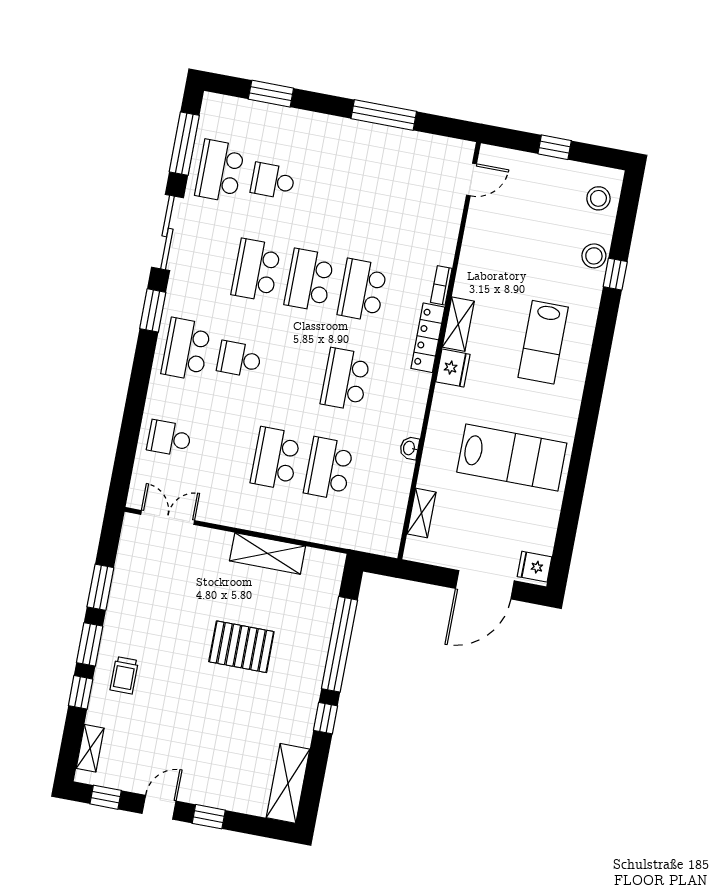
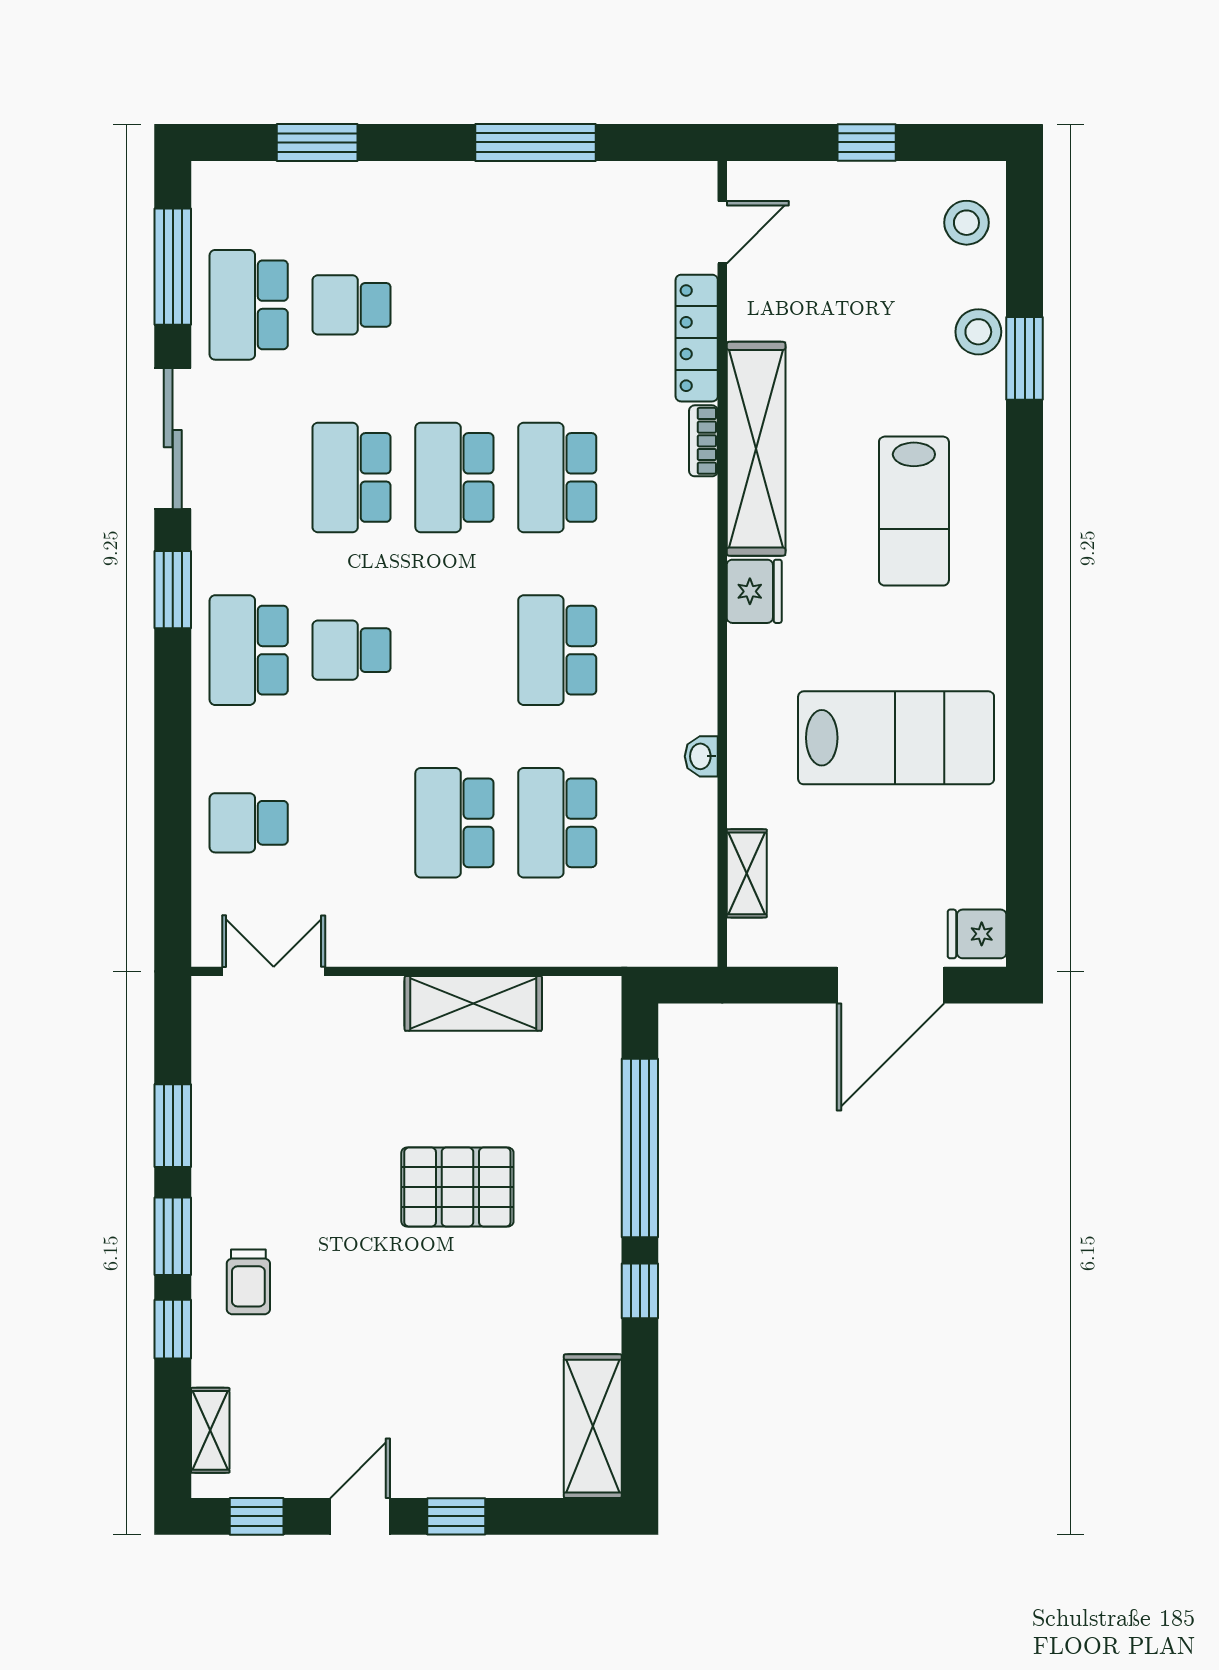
window: (615, 274) -> (1025, 358), width x1.50
shelving: (458, 324) -> (756, 449), width x2.20, depth x1.33
locker: (428, 338) -> (697, 338), moved

